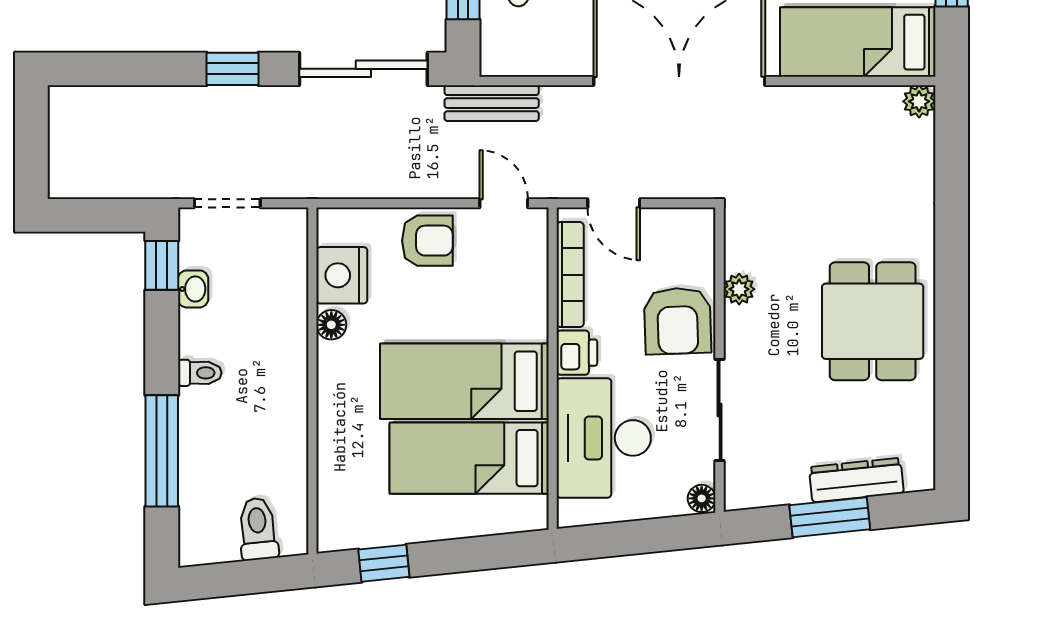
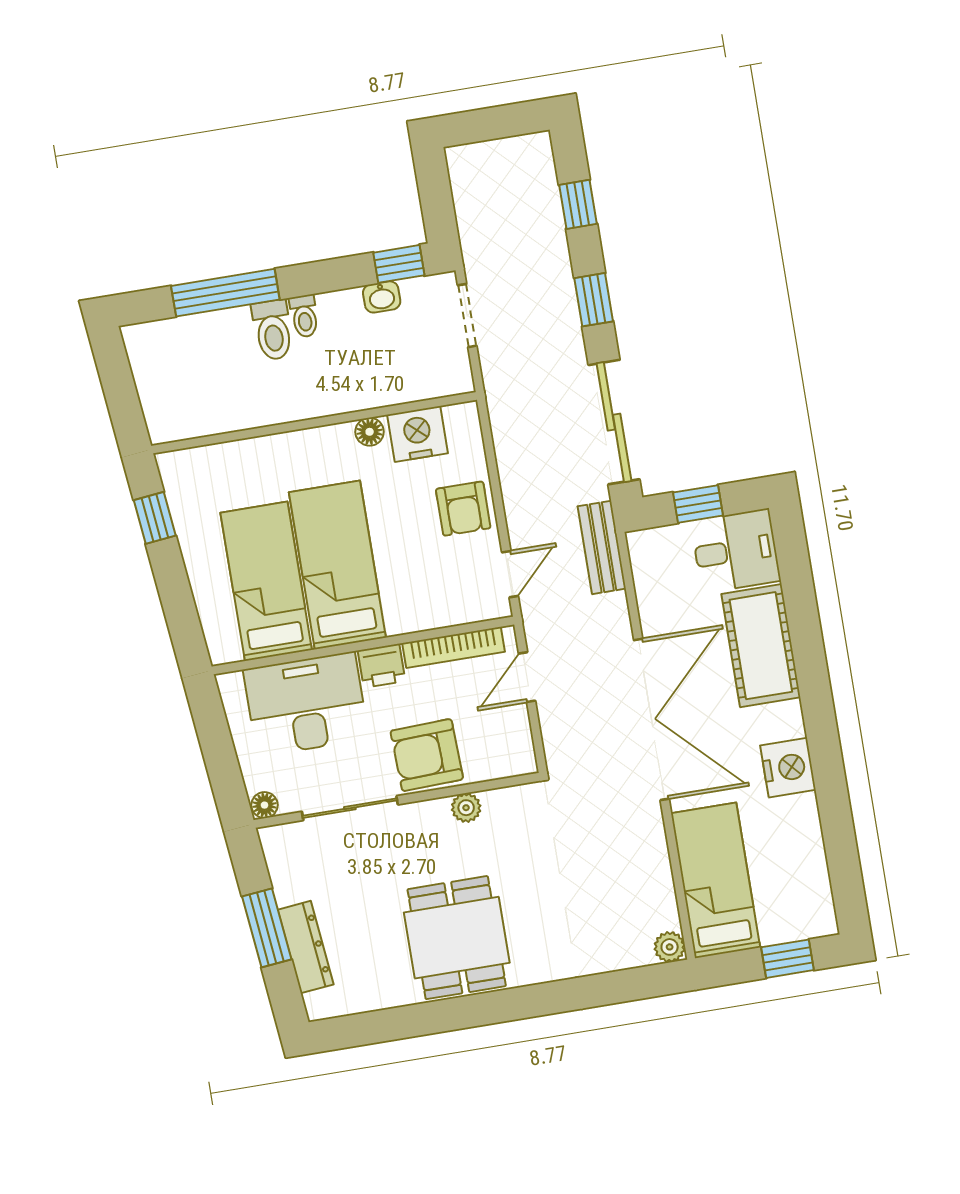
window: (131, 69) -> (578, 204), added
dining table: (873, 321) -> (457, 938), turned 90
toilet: (258, 529) -> (273, 330), moved, turned 96

